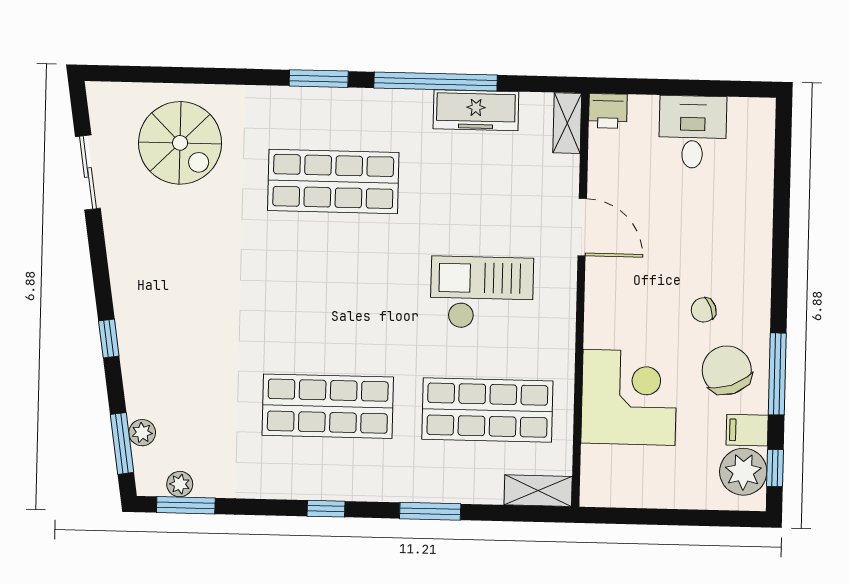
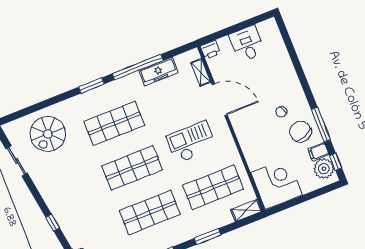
shelving: (567, 123) -> (201, 72), moved
spiral stairs: (180, 143) -> (48, 134), turned 90
door: (582, 227) -> (220, 100), width x1.36
shop shelf: (330, 294) -> (132, 168), added
corner desk: (629, 397) -> (277, 184), moved

